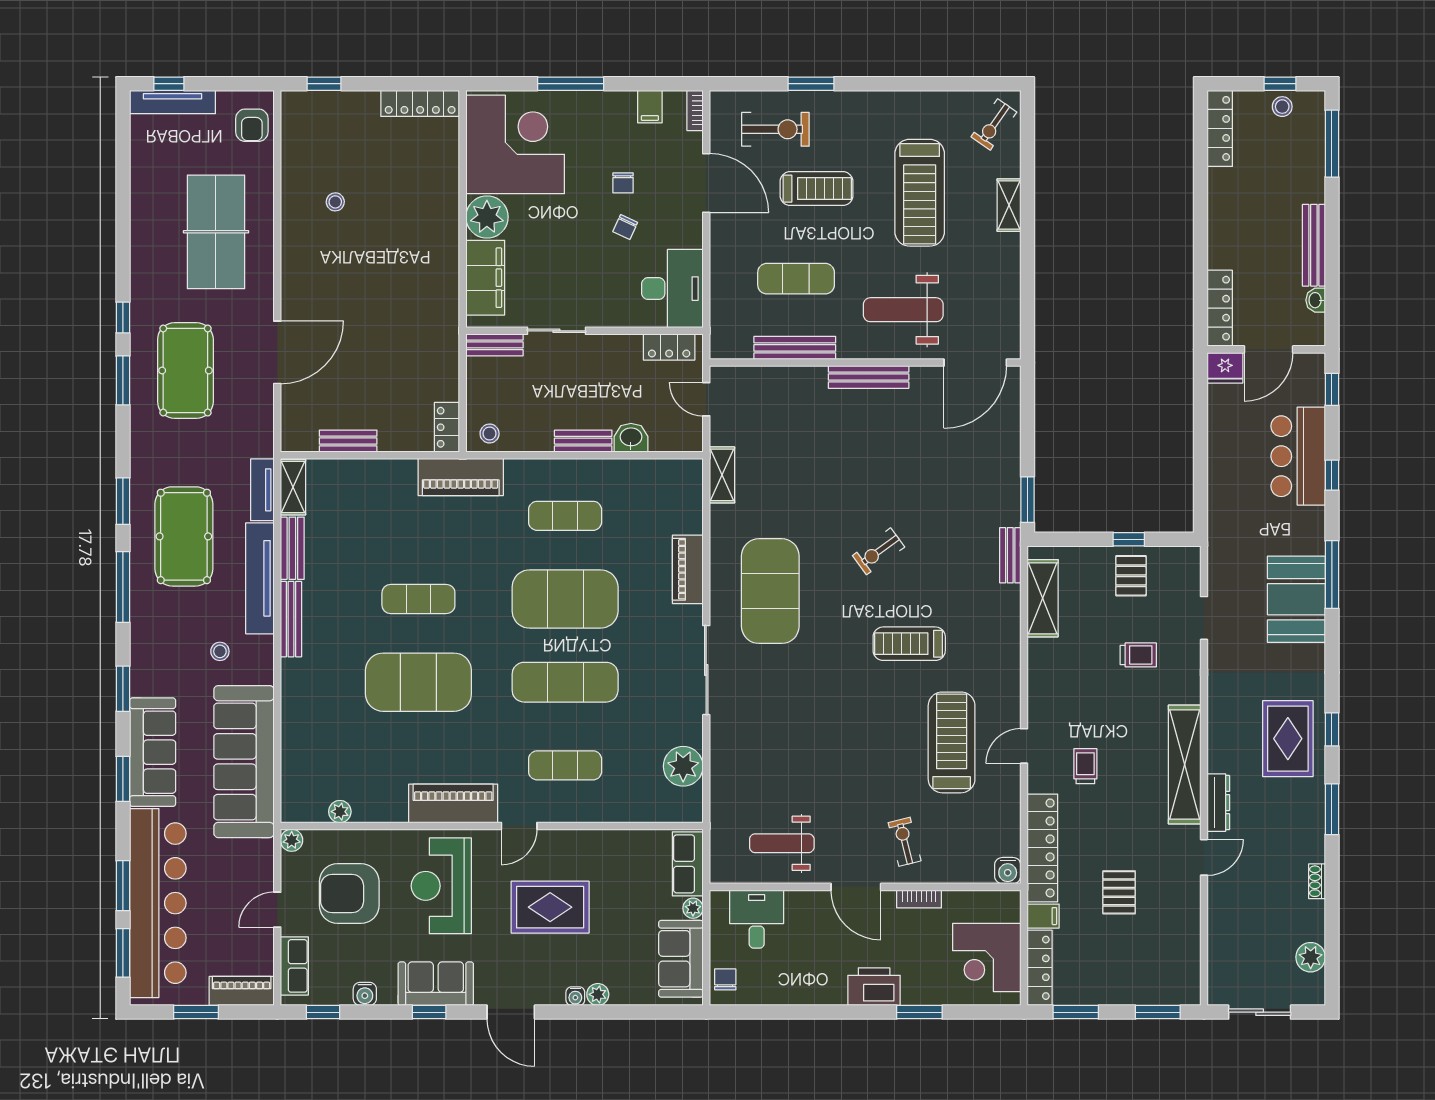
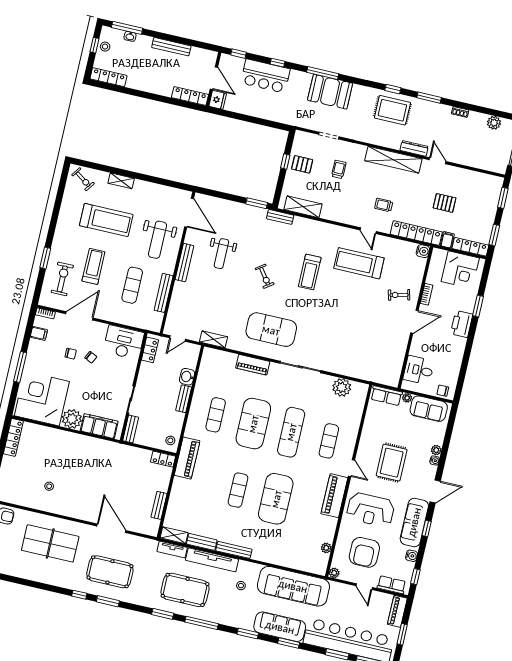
washbasin: (1316, 300) -> (130, 36), moved
weight bench: (782, 843) -> (221, 254), moved
sofa: (436, 984) -> (414, 522), width x1.36

